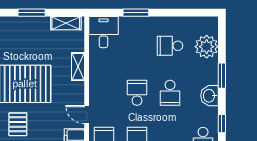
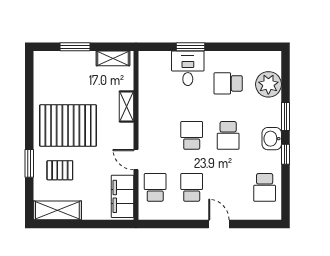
desk: (103, 32) -> (188, 68), moved
pallet: (18, 124) -> (60, 170), turned 90
window: (222, 124) -> (285, 154), moved

